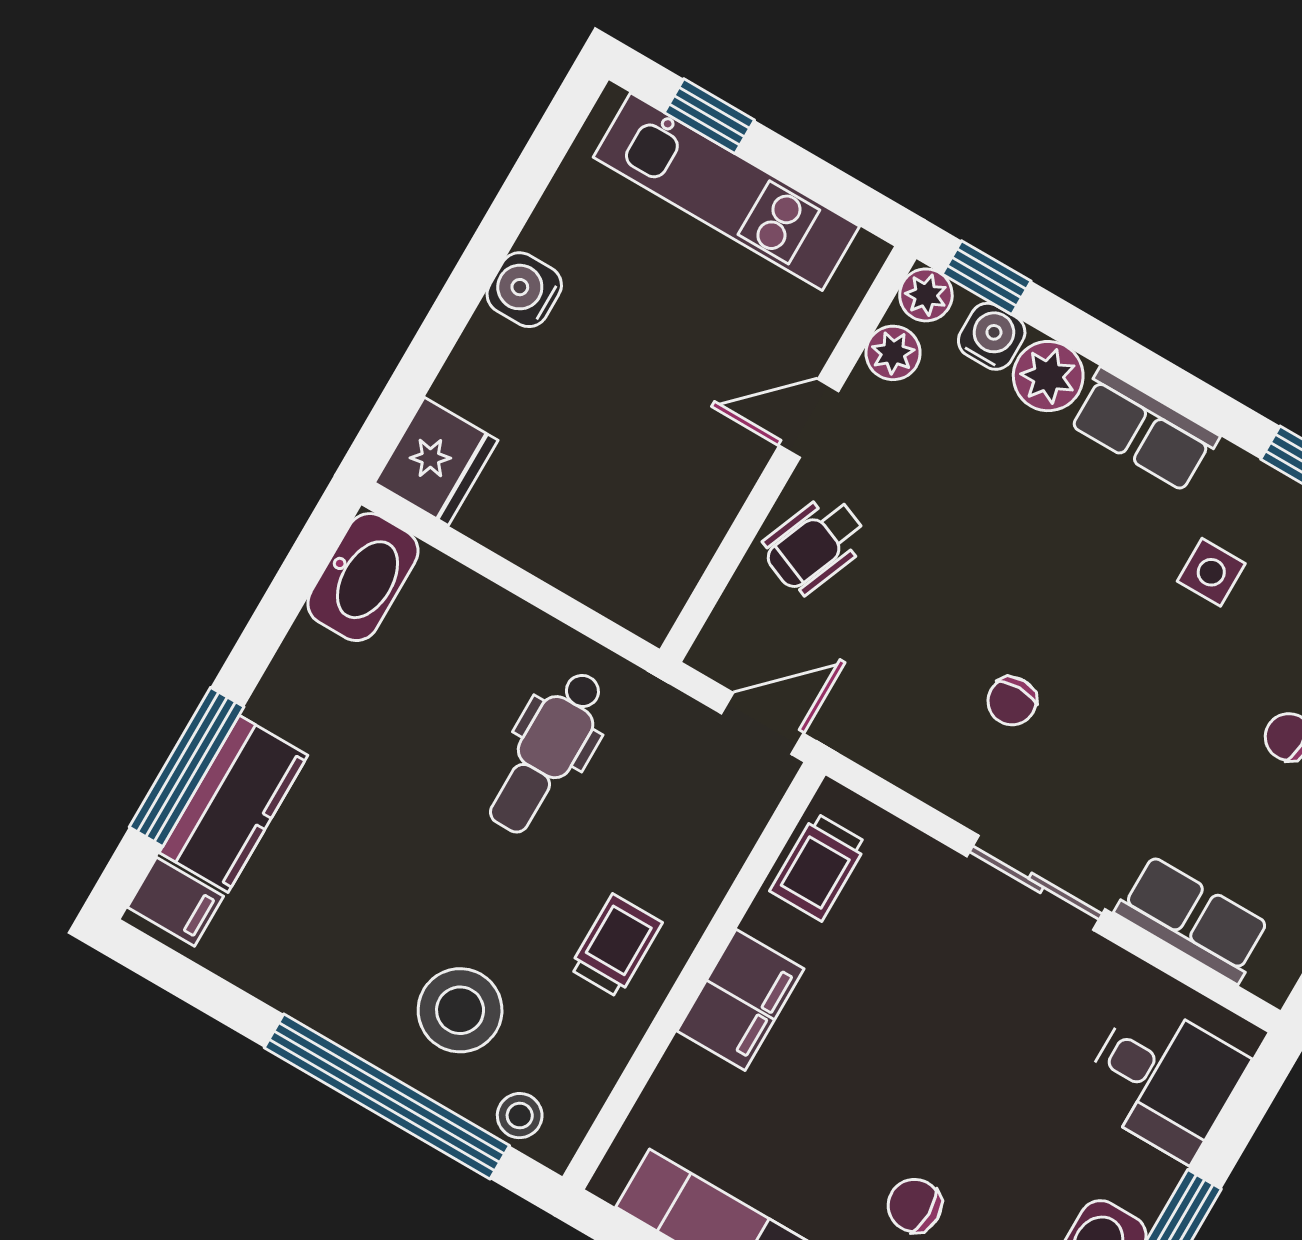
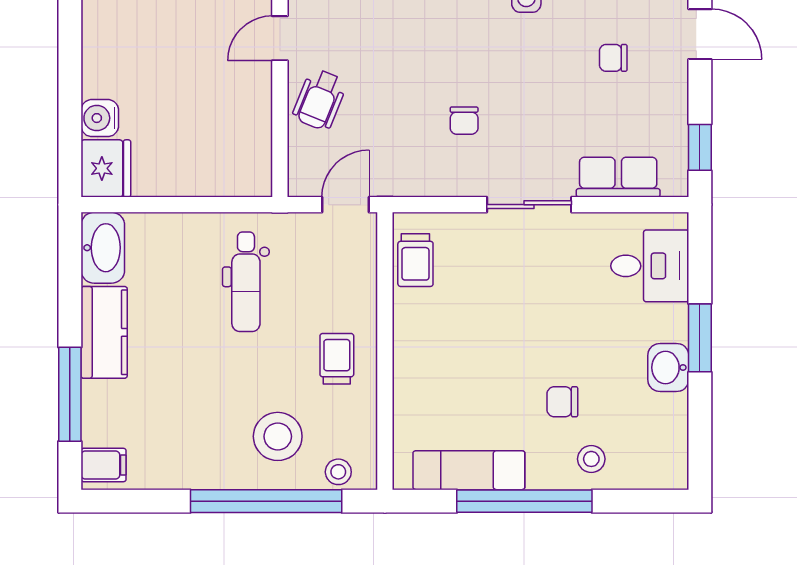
water cooler: (524, 290) -> (100, 118), moved
kitchen counter: (234, 804) -> (104, 332), moved
filing cabinet: (741, 1000) -> (415, 349), removed

